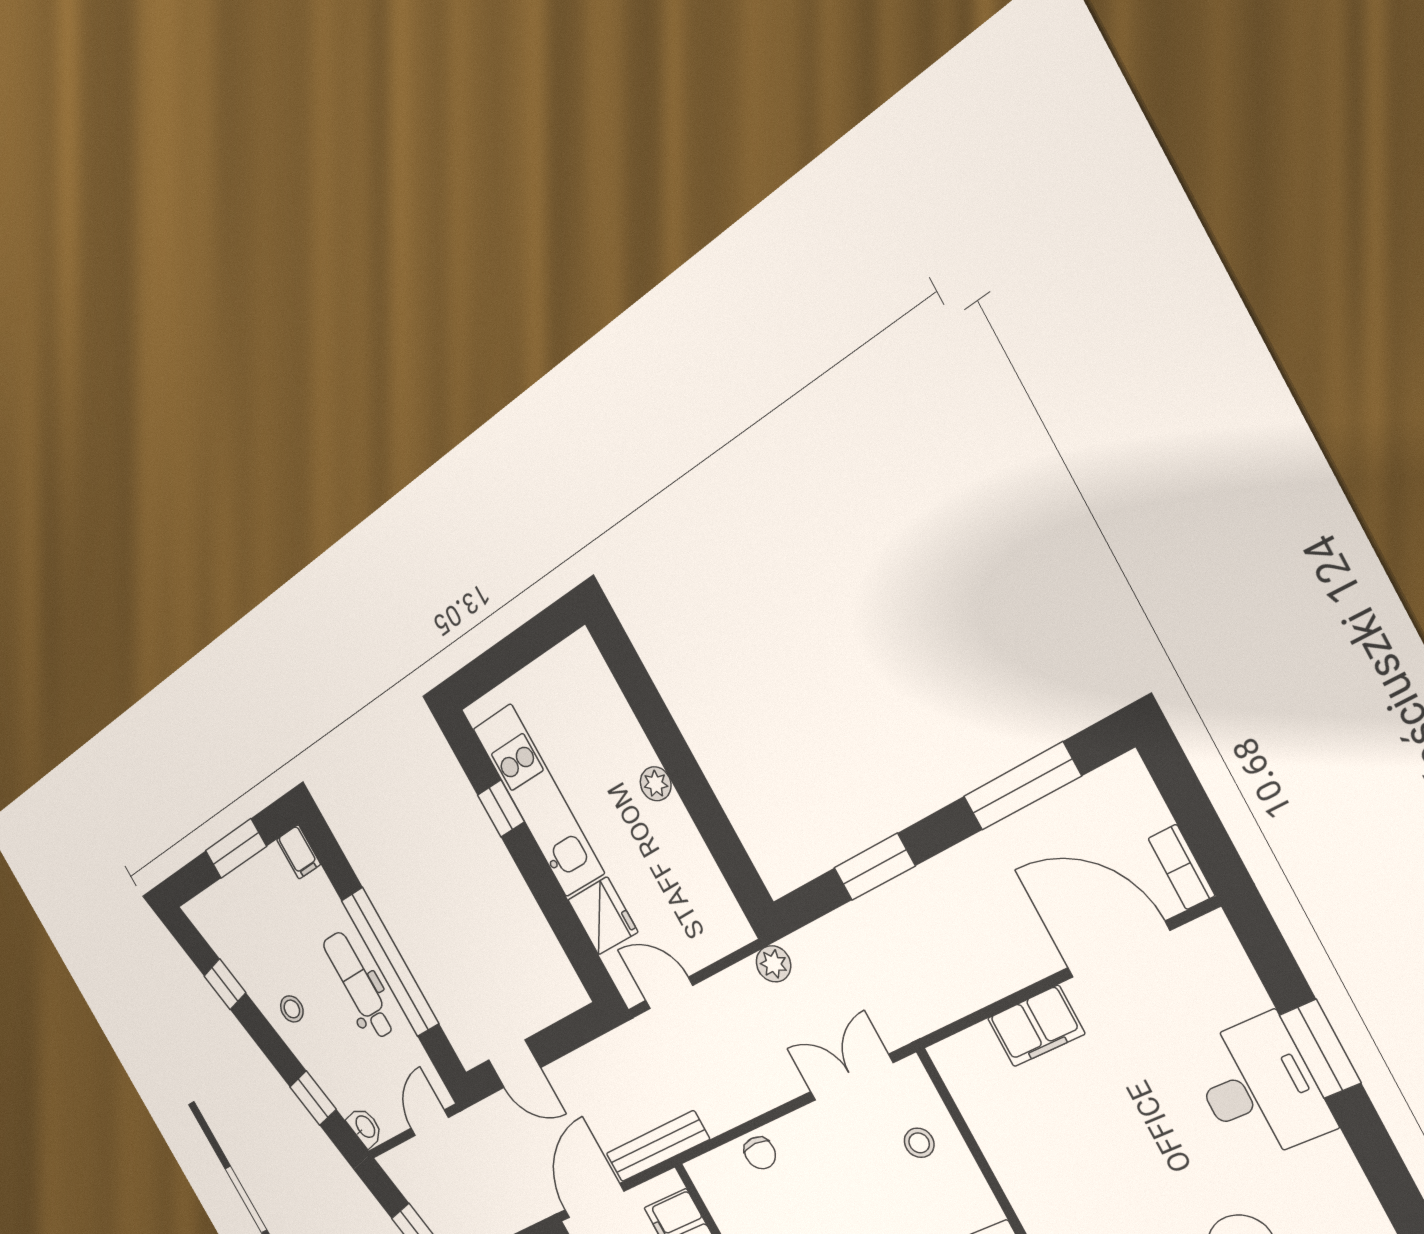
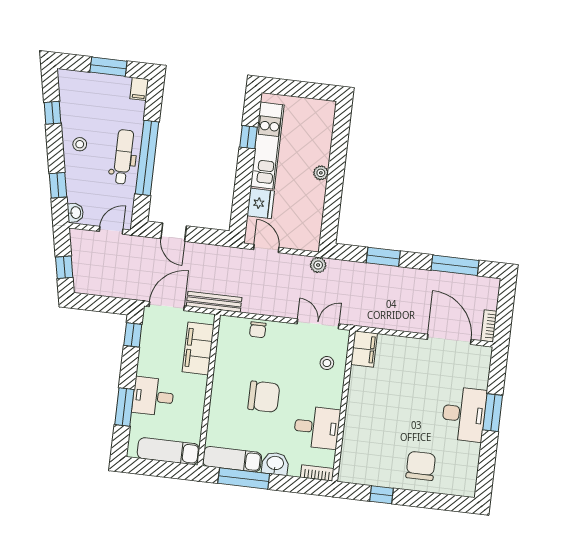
filing cabinet: (1036, 1026) -> (364, 349), moved, turned -90

